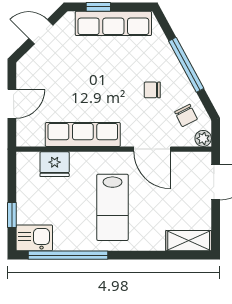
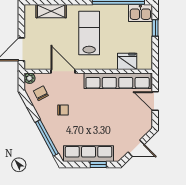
window: (186, 65) -> (47, 138), moved
door: (12, 104) -> (155, 101), hinge flipped
row of seats: (83, 134) -> (118, 81), width x1.36
shelving: (189, 241) -> (51, 11), moved

